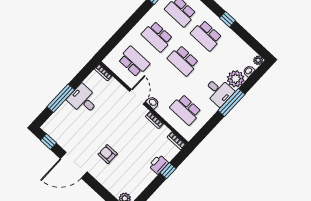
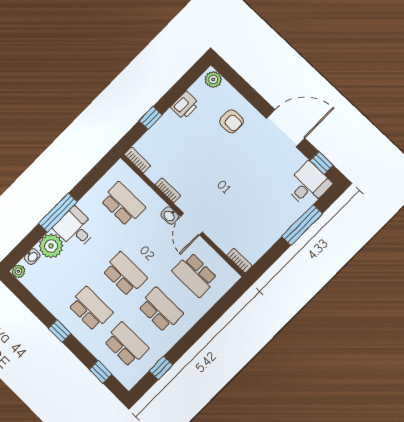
desk: (83, 100) -> (308, 185), moved, turned -90
armchair: (108, 154) -> (231, 121), moved
printer: (159, 164) -> (185, 105), moved

